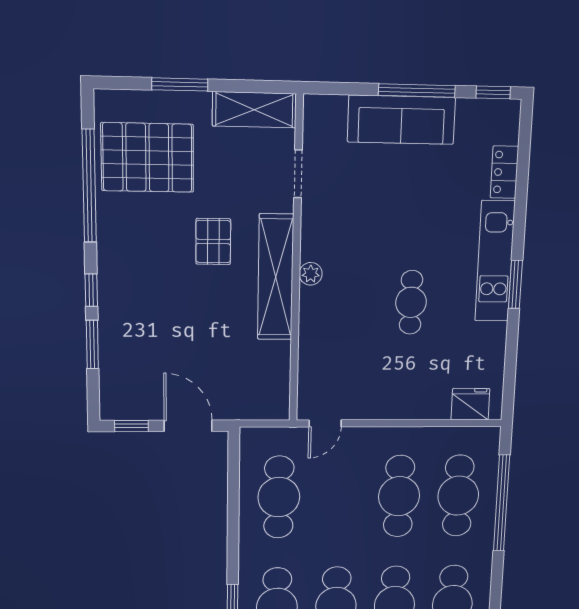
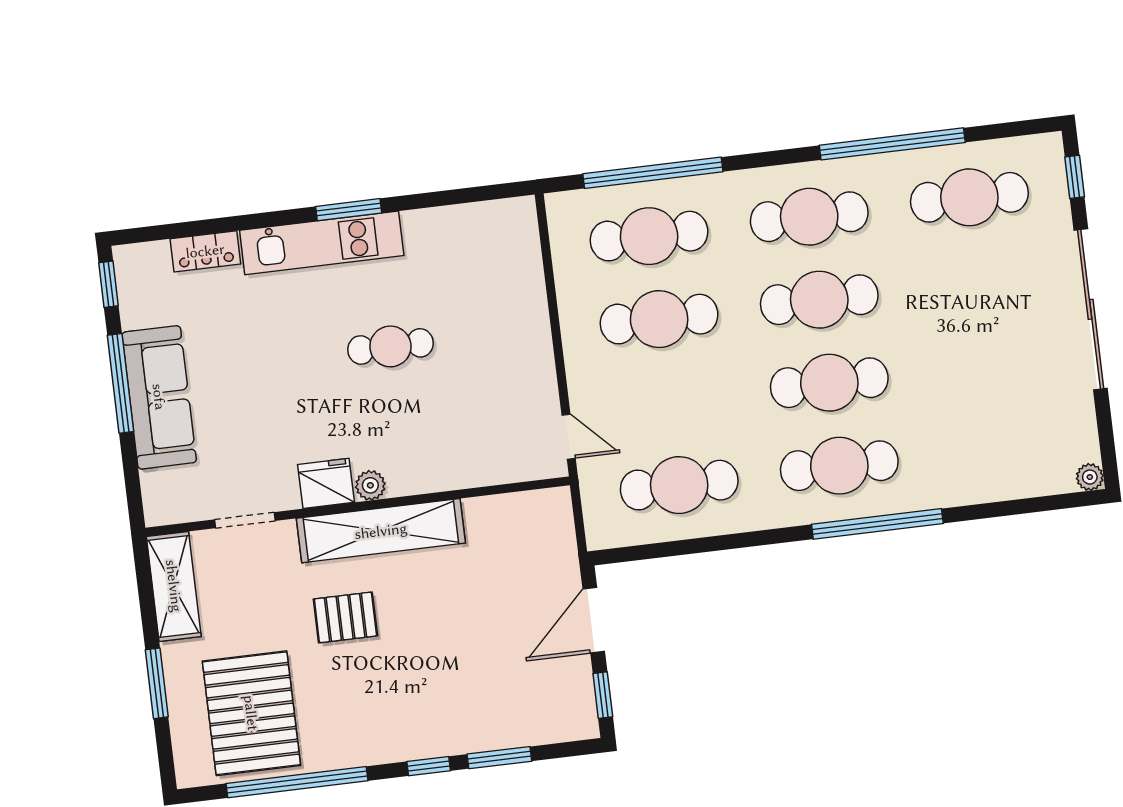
fridge: (470, 404) -> (326, 483), moved, turned 90

